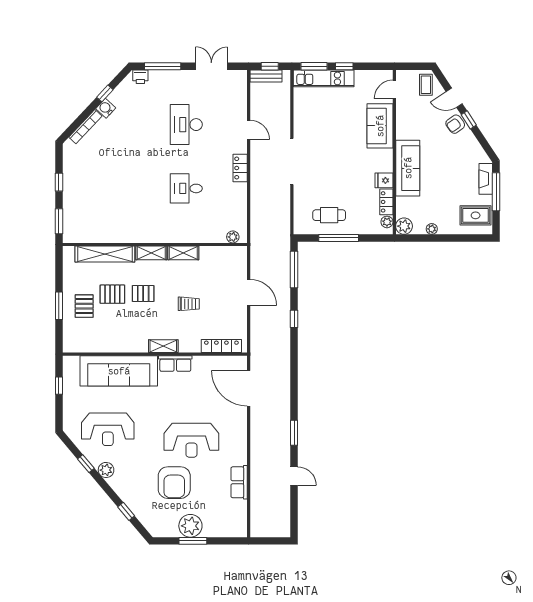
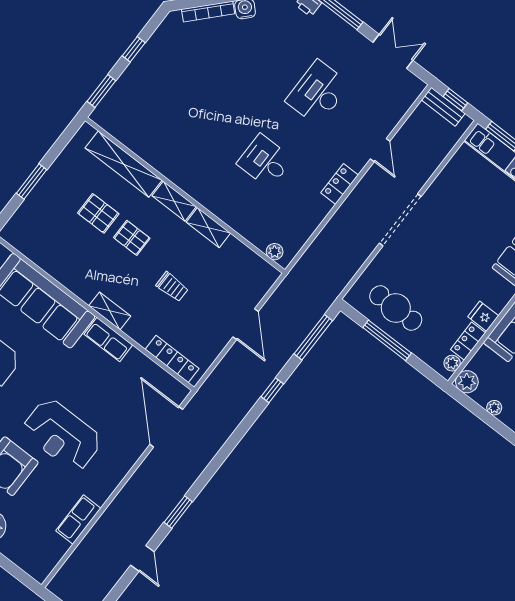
cafe table: (329, 215) -> (396, 308), width x1.37, depth x1.35
pallet: (84, 306) -> (58, 203), removed

